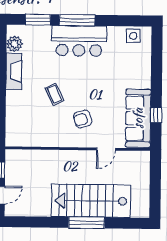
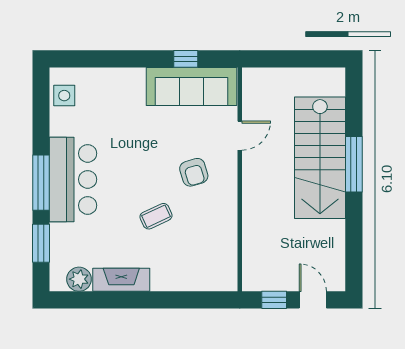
door: (106, 149) -> (240, 136), hinge flipped

